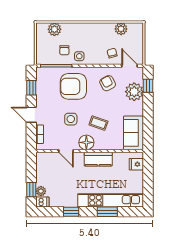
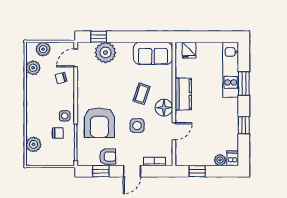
plant: (137, 38) -> (43, 49), added
armchair: (108, 83) -> (108, 157), moved, turned -152
window: (31, 190) -> (197, 171), moved
kitchen unit: (111, 200) -> (231, 70), width x0.73

